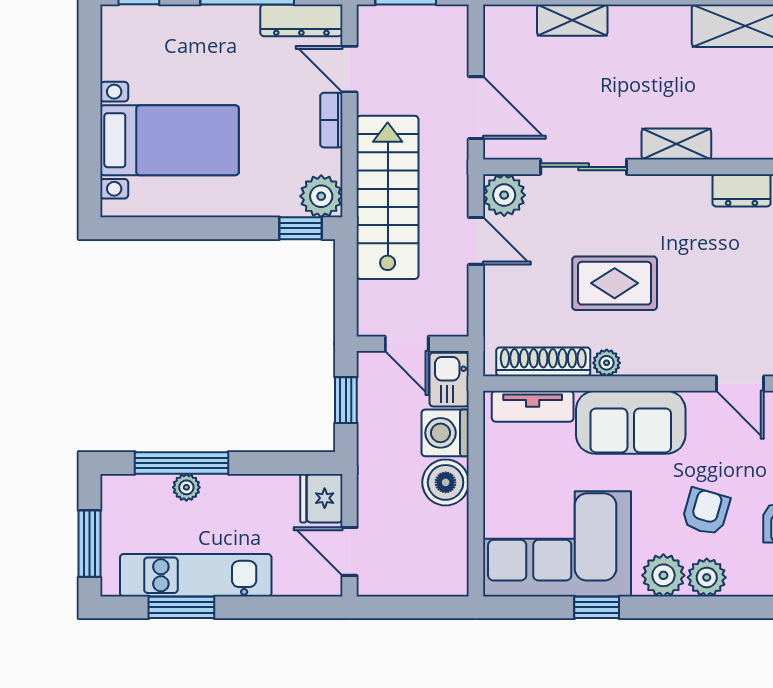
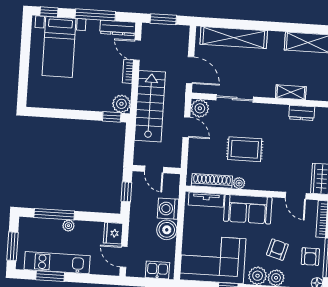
shelving: (572, 20) -> (234, 38), width x2.20, depth x1.33
bed with nightstands: (170, 140) -> (59, 47), moved, turned 90
shelving: (676, 144) -> (291, 92), moved
kitchen sink: (449, 380) -> (157, 270), moved, turned 90
plant: (186, 487) -> (68, 226), moved

